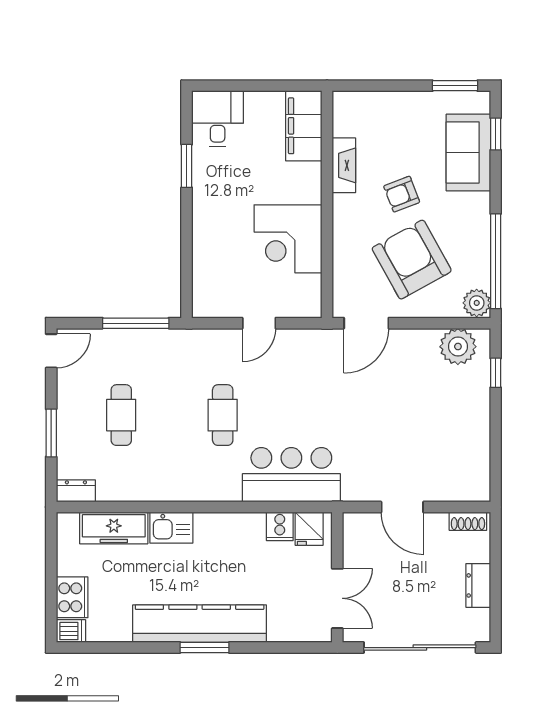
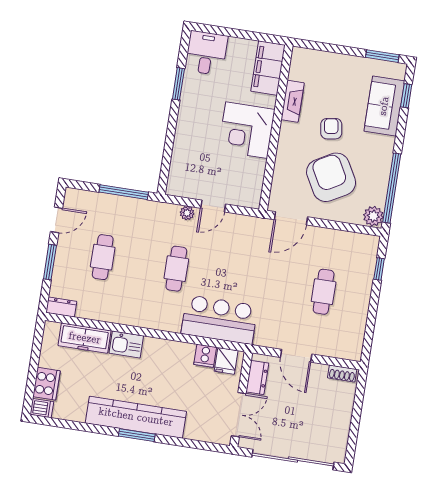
armchair: (402, 194) -> (331, 129), turned 102
corner desk: (288, 239) -> (247, 130), moved
plant: (458, 347) -> (187, 213), moved, width x0.53, depth x0.53
door: (51, 351) -> (57, 220), moved
cafe table: (426, 415) -> (324, 292), added
dresser: (478, 585) -> (257, 377), moved, turned 180

